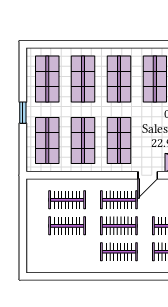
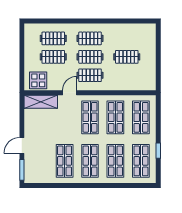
window: (23, 113) -> (158, 151), moved
clothes rail: (67, 200) -> (127, 75), removed

